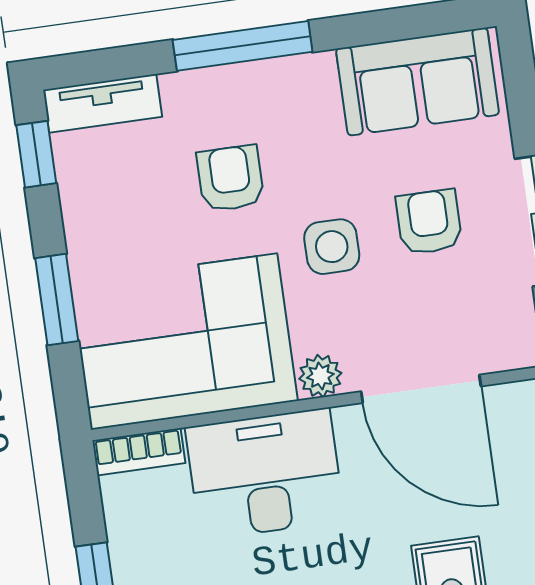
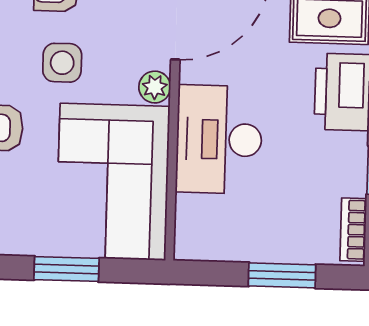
bookcase: (139, 452) -> (187, 228), removed

